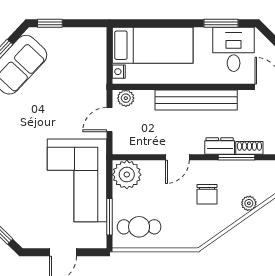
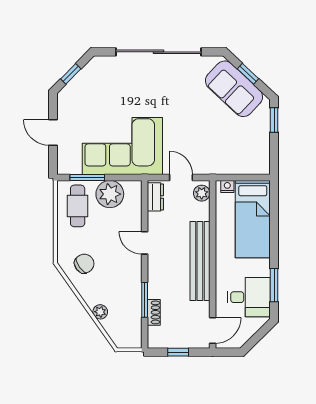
dresser: (220, 146) -> (155, 197), moved
plant: (127, 175) -> (110, 194), moved
chair: (207, 194) -> (84, 264), moved, turned 144

